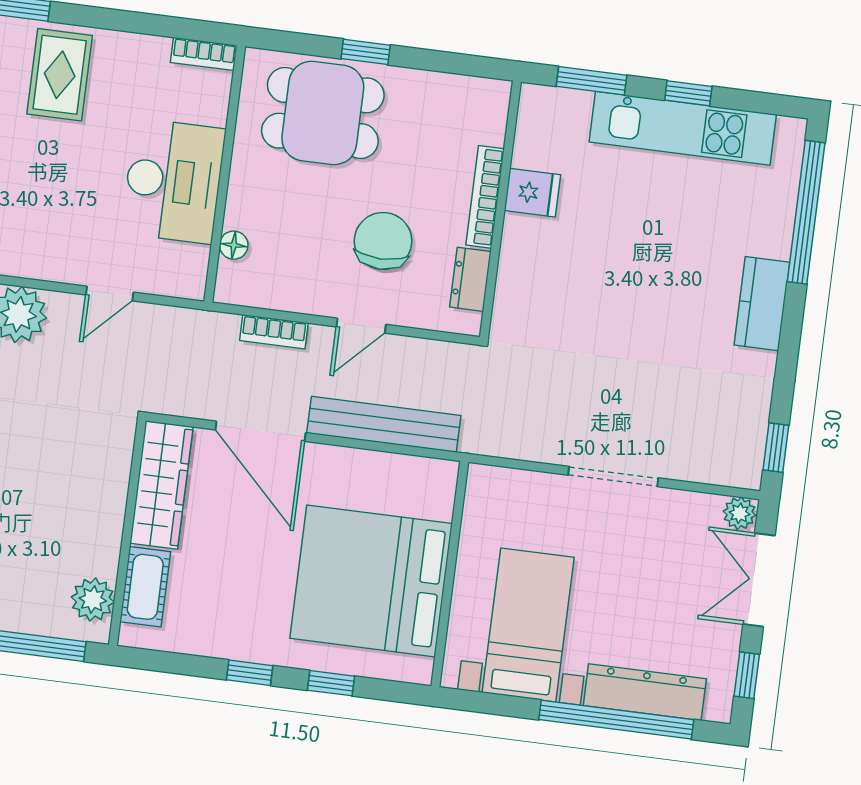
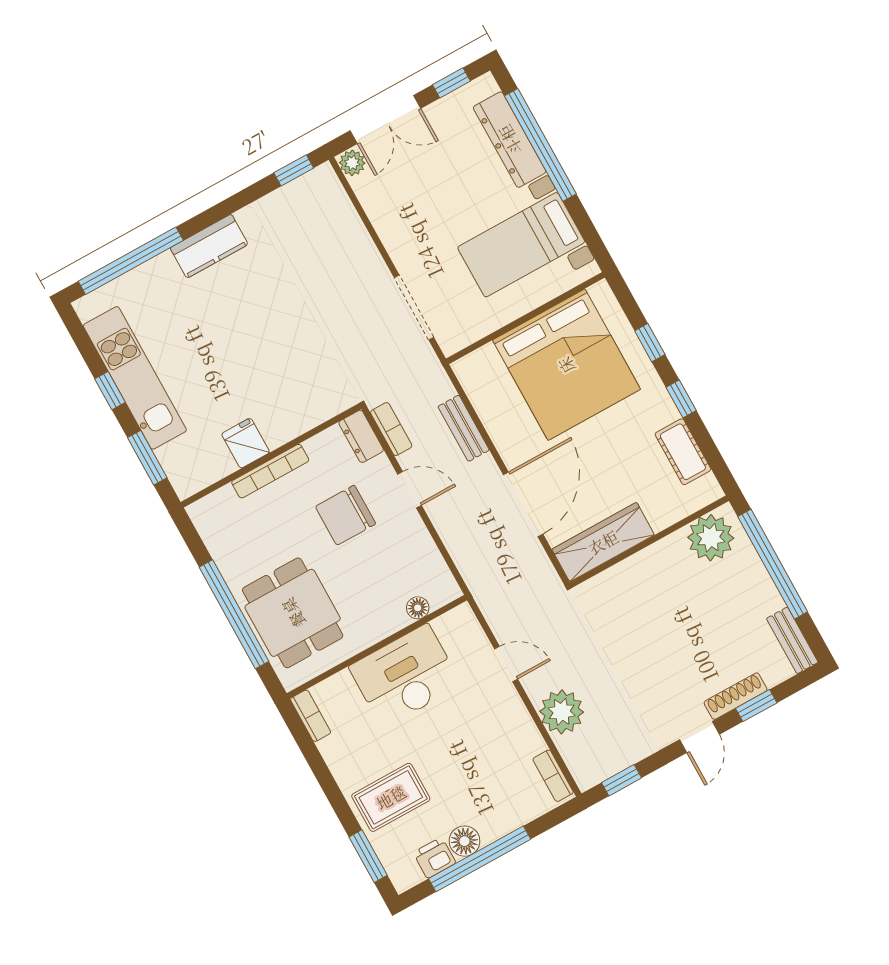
window: (366, 52) -> (234, 614), width x3.17
dresser: (470, 279) -> (361, 436), moved, turned 90
bookcase: (274, 332) -> (391, 429), moved
bench: (384, 424) -> (464, 428), width x0.54, depth x0.82
doorway: (613, 476) -> (414, 307), moved
cot: (145, 587) -> (683, 452), moved, turned 90
plant: (93, 600) -> (711, 538), width x1.36, depth x1.36

